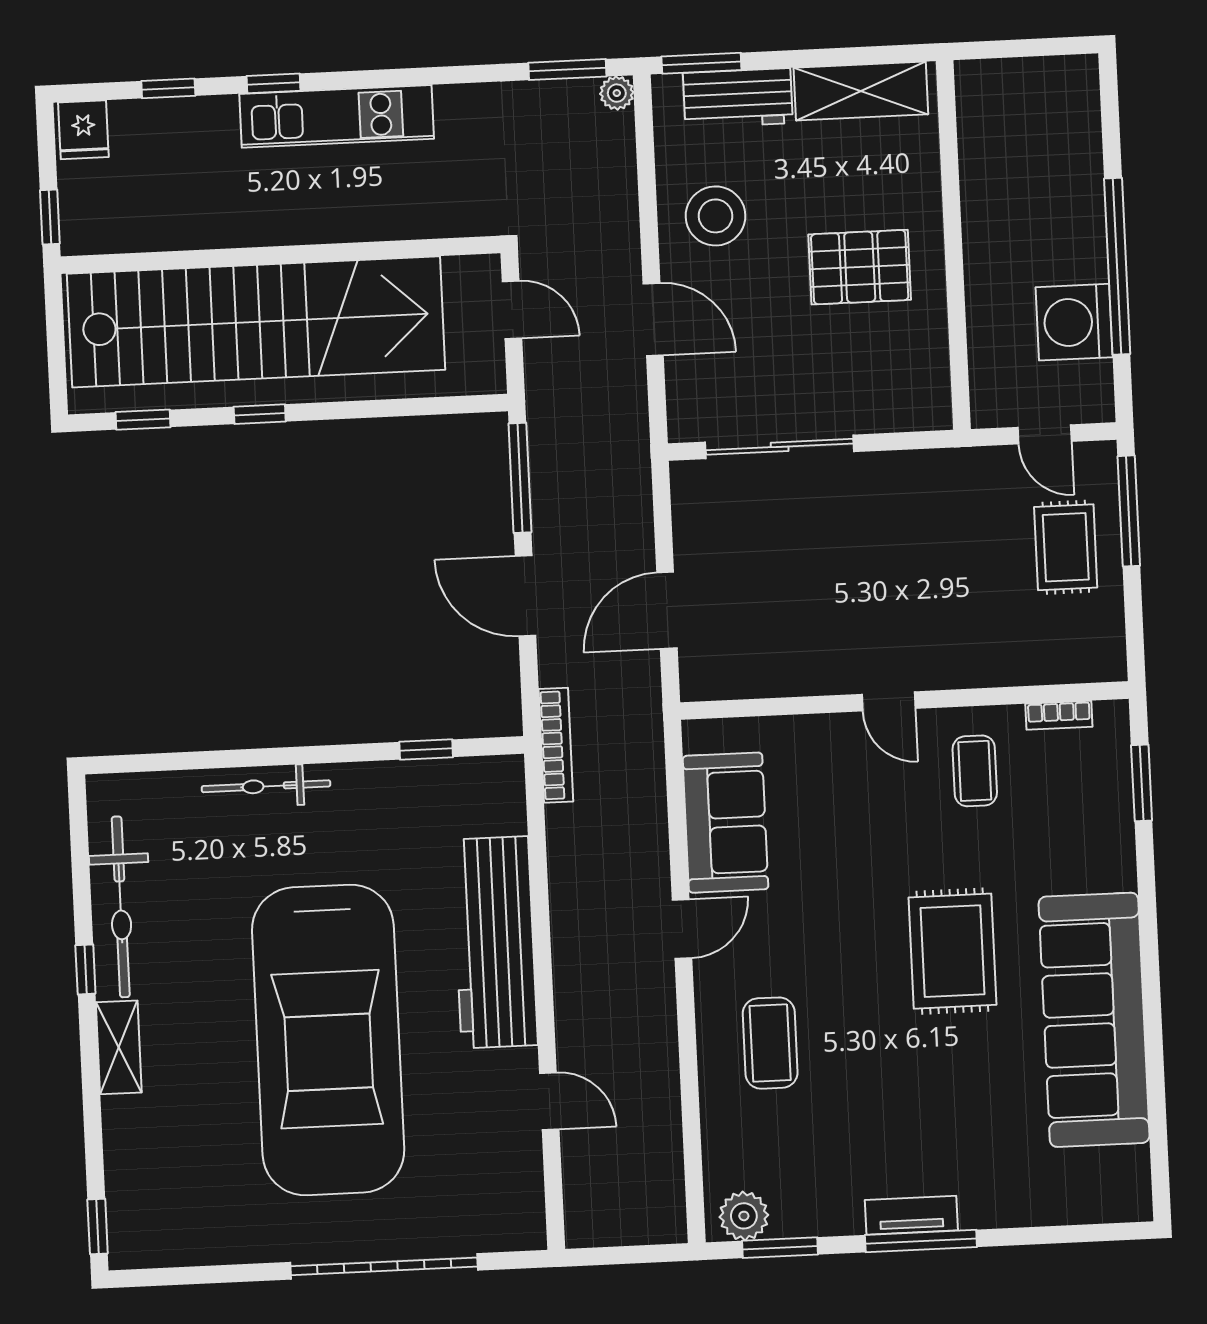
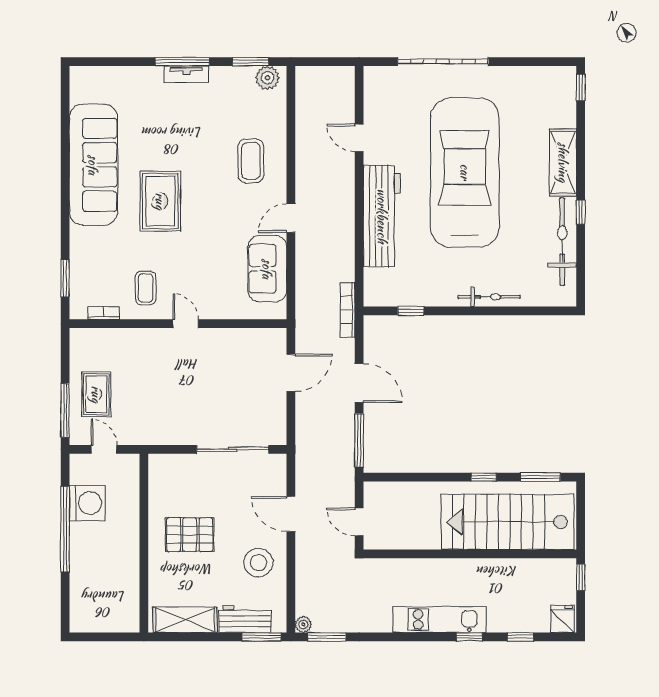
stairs: (256, 322) -> (507, 522), width x0.73
window: (143, 420) -> (540, 477), width x1.50
shelving: (119, 1047) -> (563, 162), width x1.50, depth x1.33

